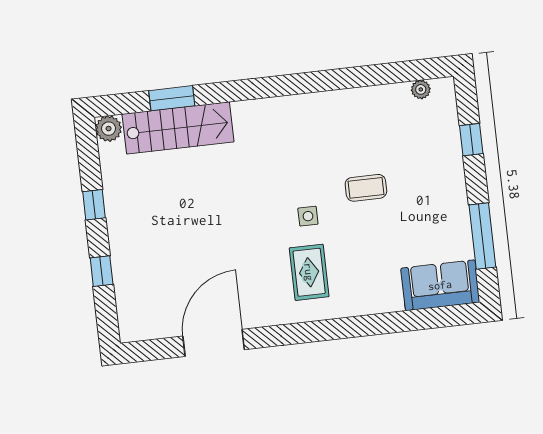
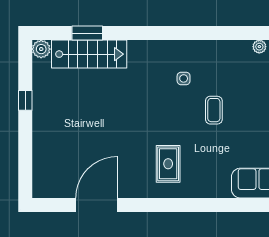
coffee table: (366, 188) -> (214, 110), turned 90
side table: (308, 216) -> (184, 78), moved
window: (102, 271) -> (25, 147), removed

